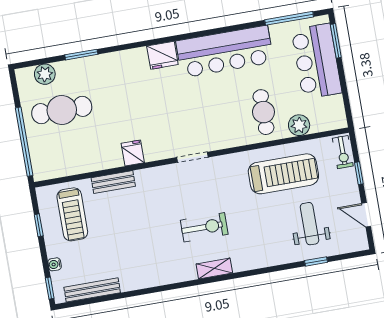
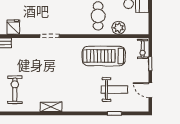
treadmill: (283, 174) -> (104, 56), turned 180
weight bench: (309, 224) -> (114, 89), turned 90
exercise bike: (204, 227) -> (15, 90), moved, turned -90

